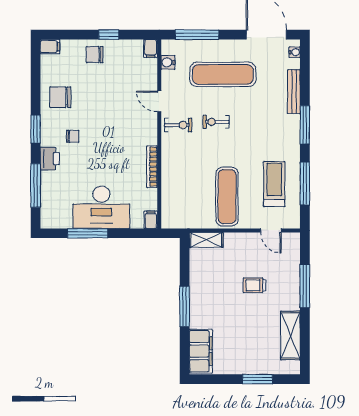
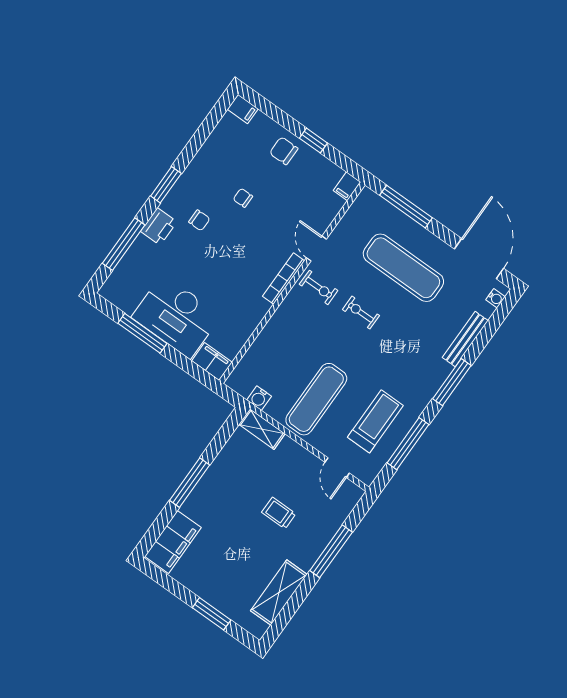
water cooler: (168, 62) -> (259, 398), moved, turned -90
chair: (60, 97) -> (243, 198), moved, width x0.54, depth x0.54
bookcase: (152, 167) -> (284, 279), moved
filing cabinet: (151, 220) -> (212, 362), width x2.00

